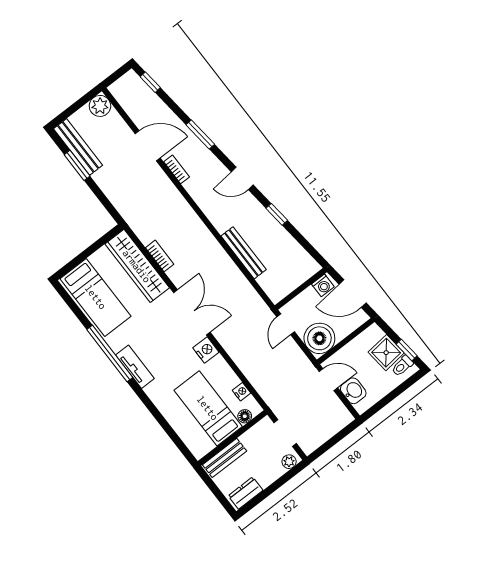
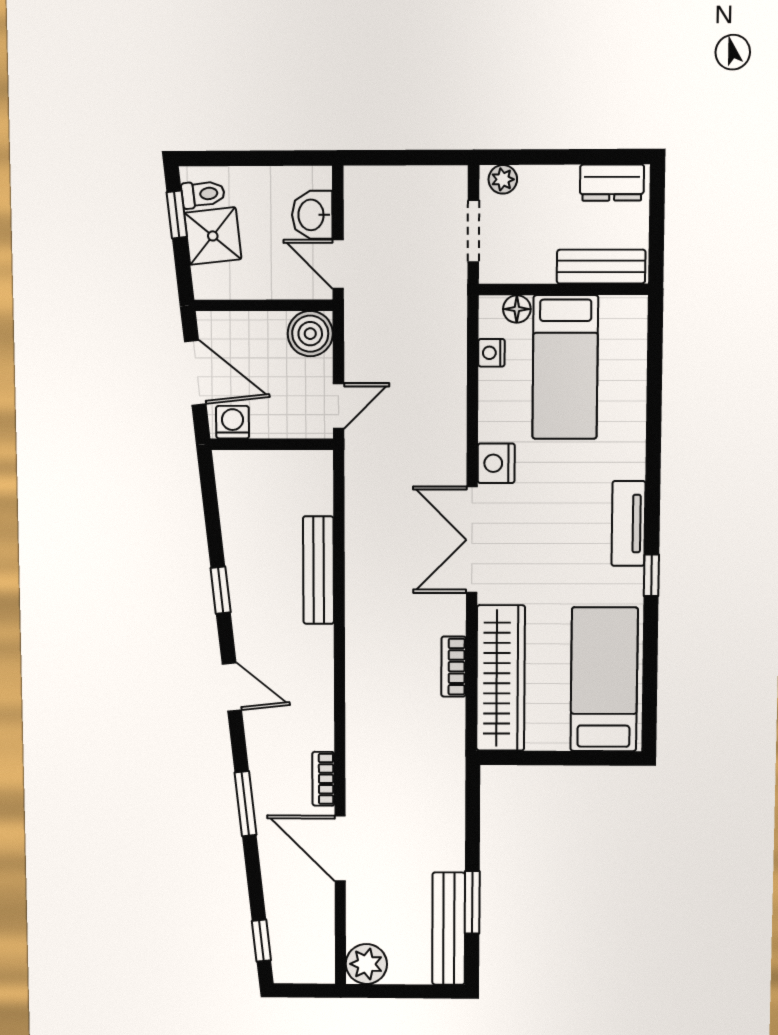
boiler: (319, 338) -> (310, 334), width x0.73, depth x0.73
window: (110, 354) -> (651, 575), width x0.32

